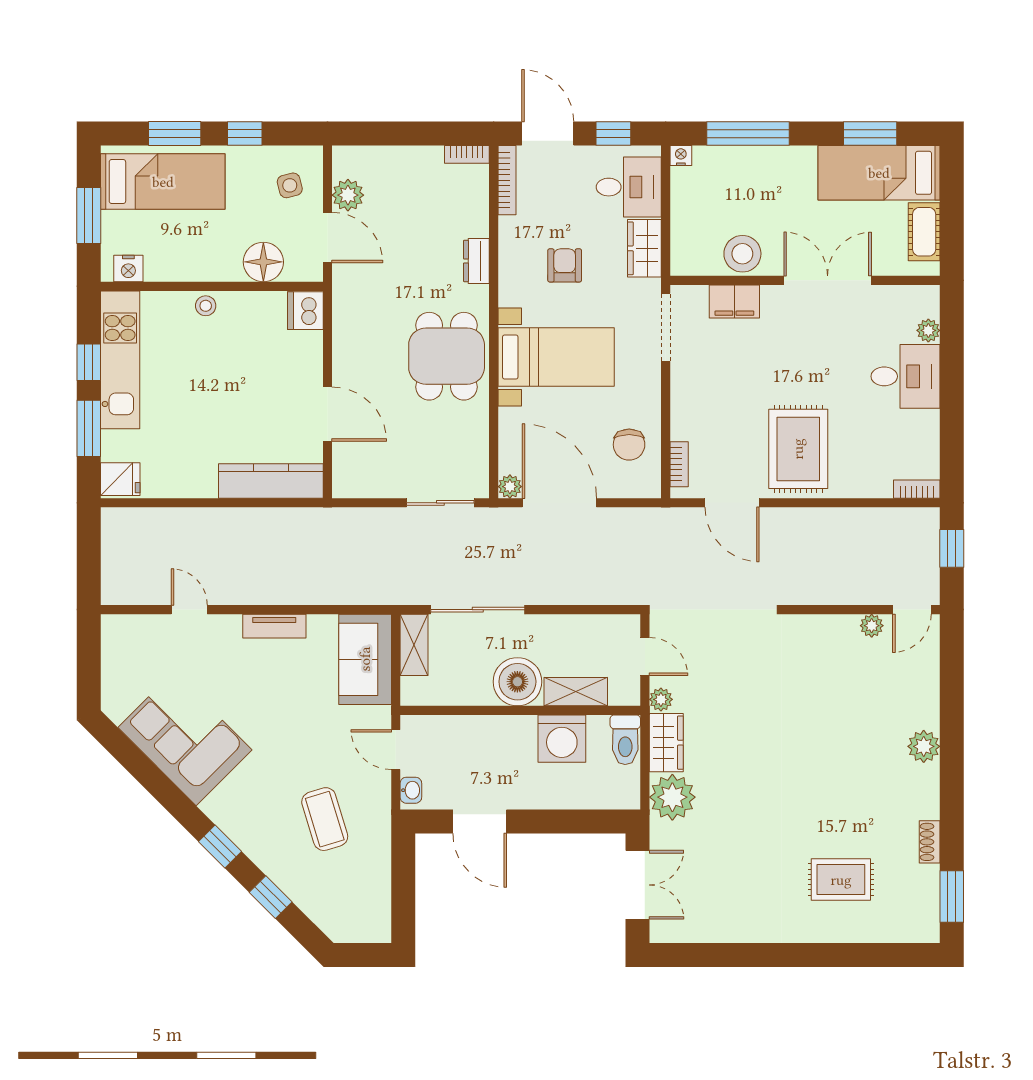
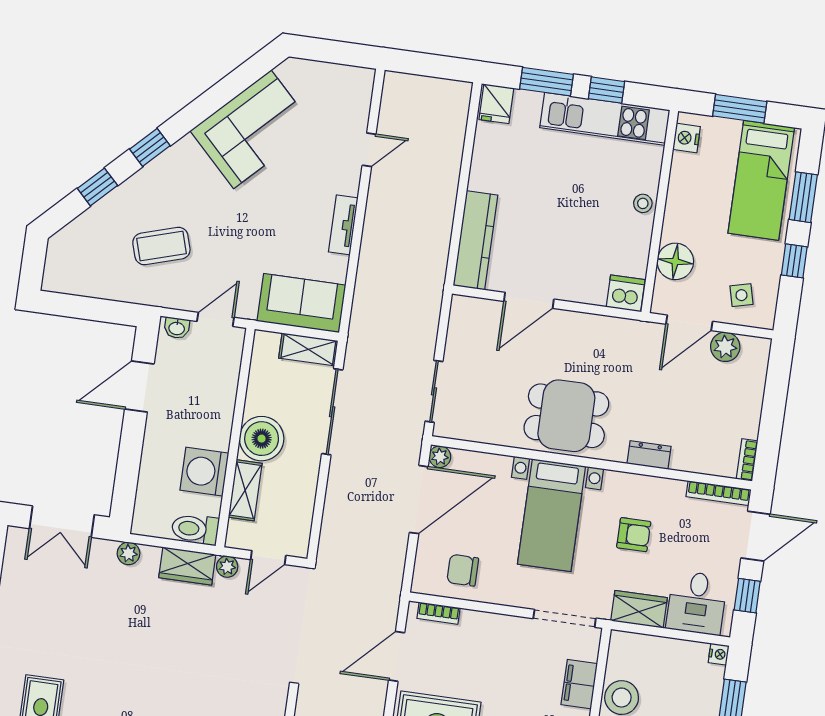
plant: (672, 797) -> (129, 553), width x0.53, depth x0.53

